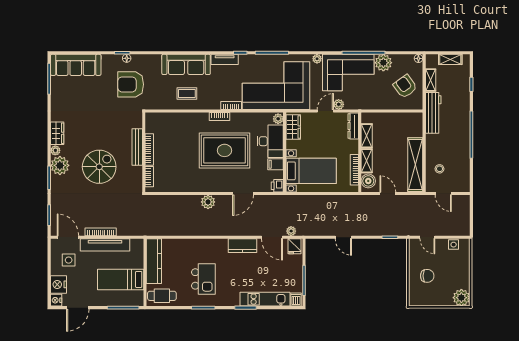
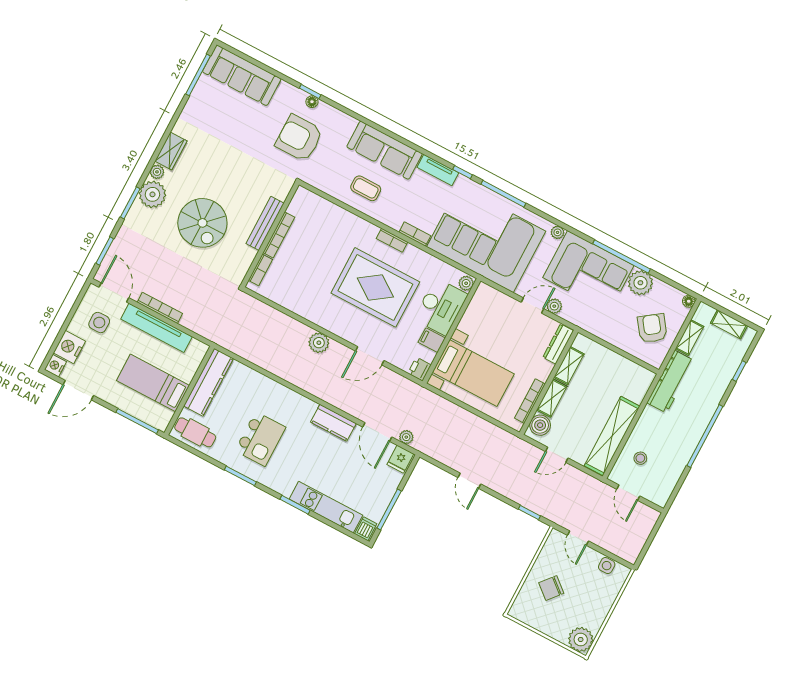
wardrobe: (293, 127) -> (480, 304), removed
spiral stairs: (99, 167) -> (202, 223), turned 90
door: (388, 194) -> (557, 455), swing flipped
chair: (427, 276) -> (551, 588), turned 130

